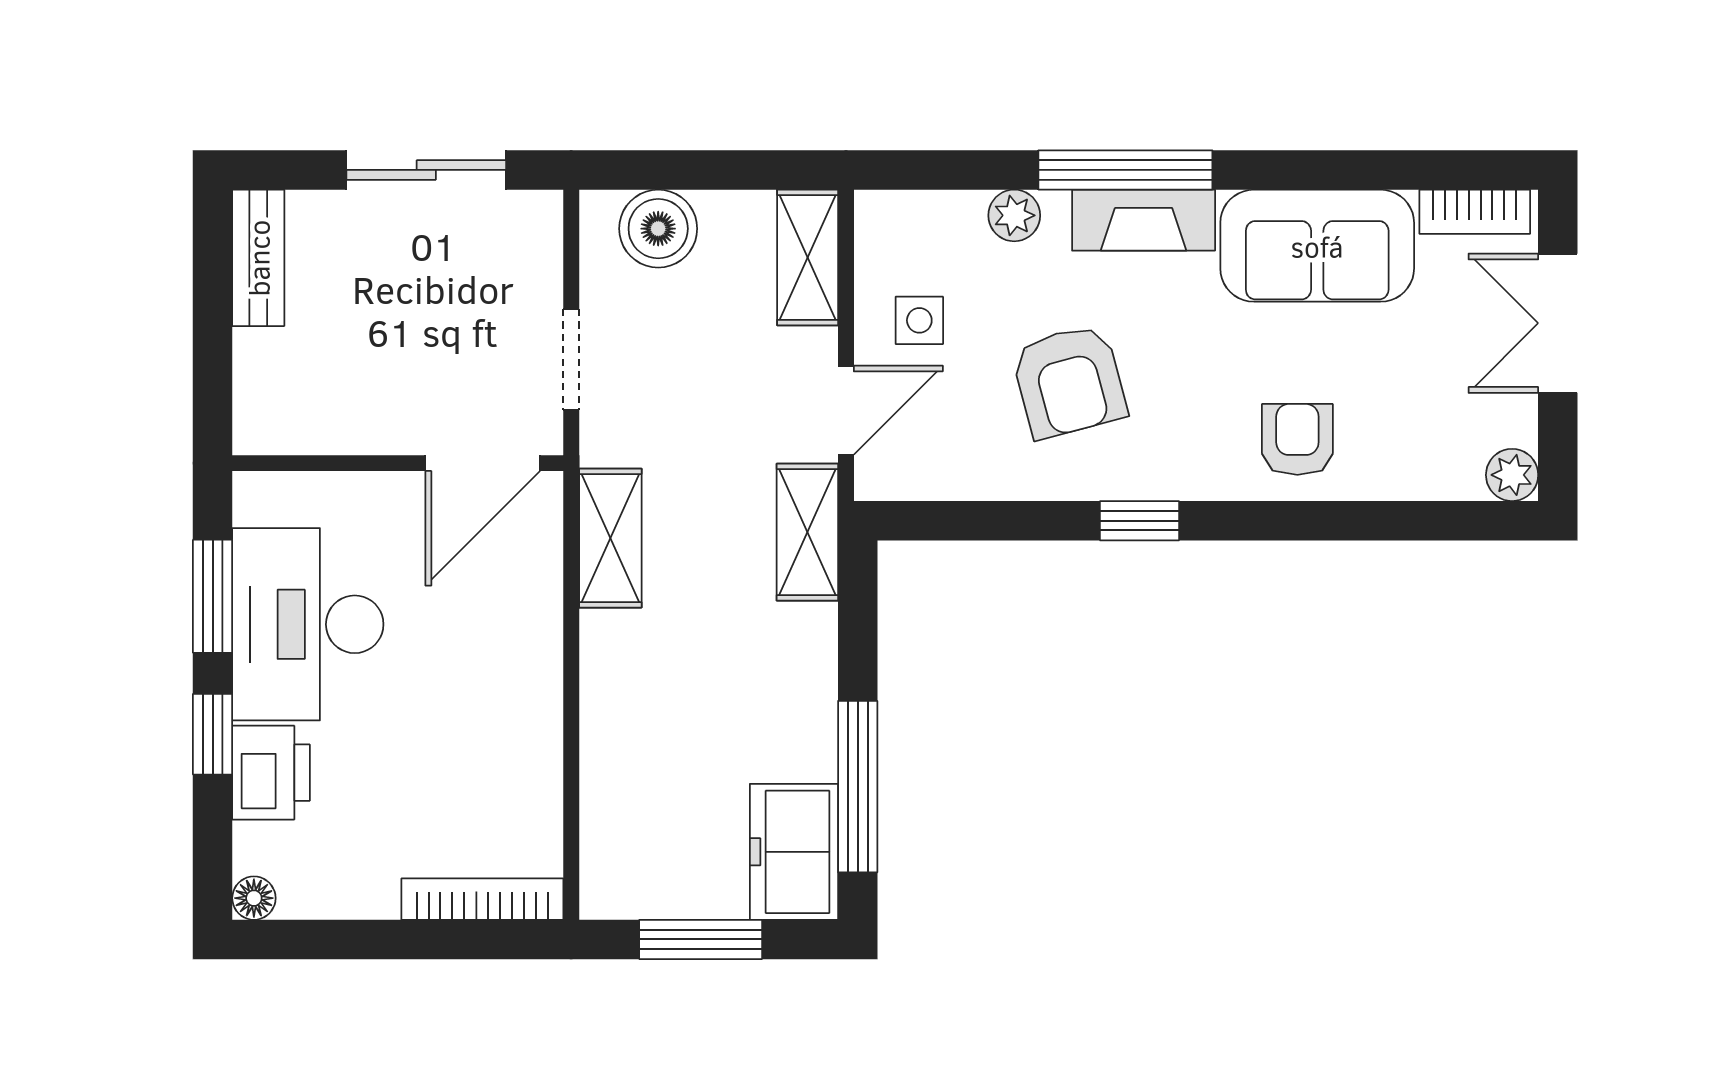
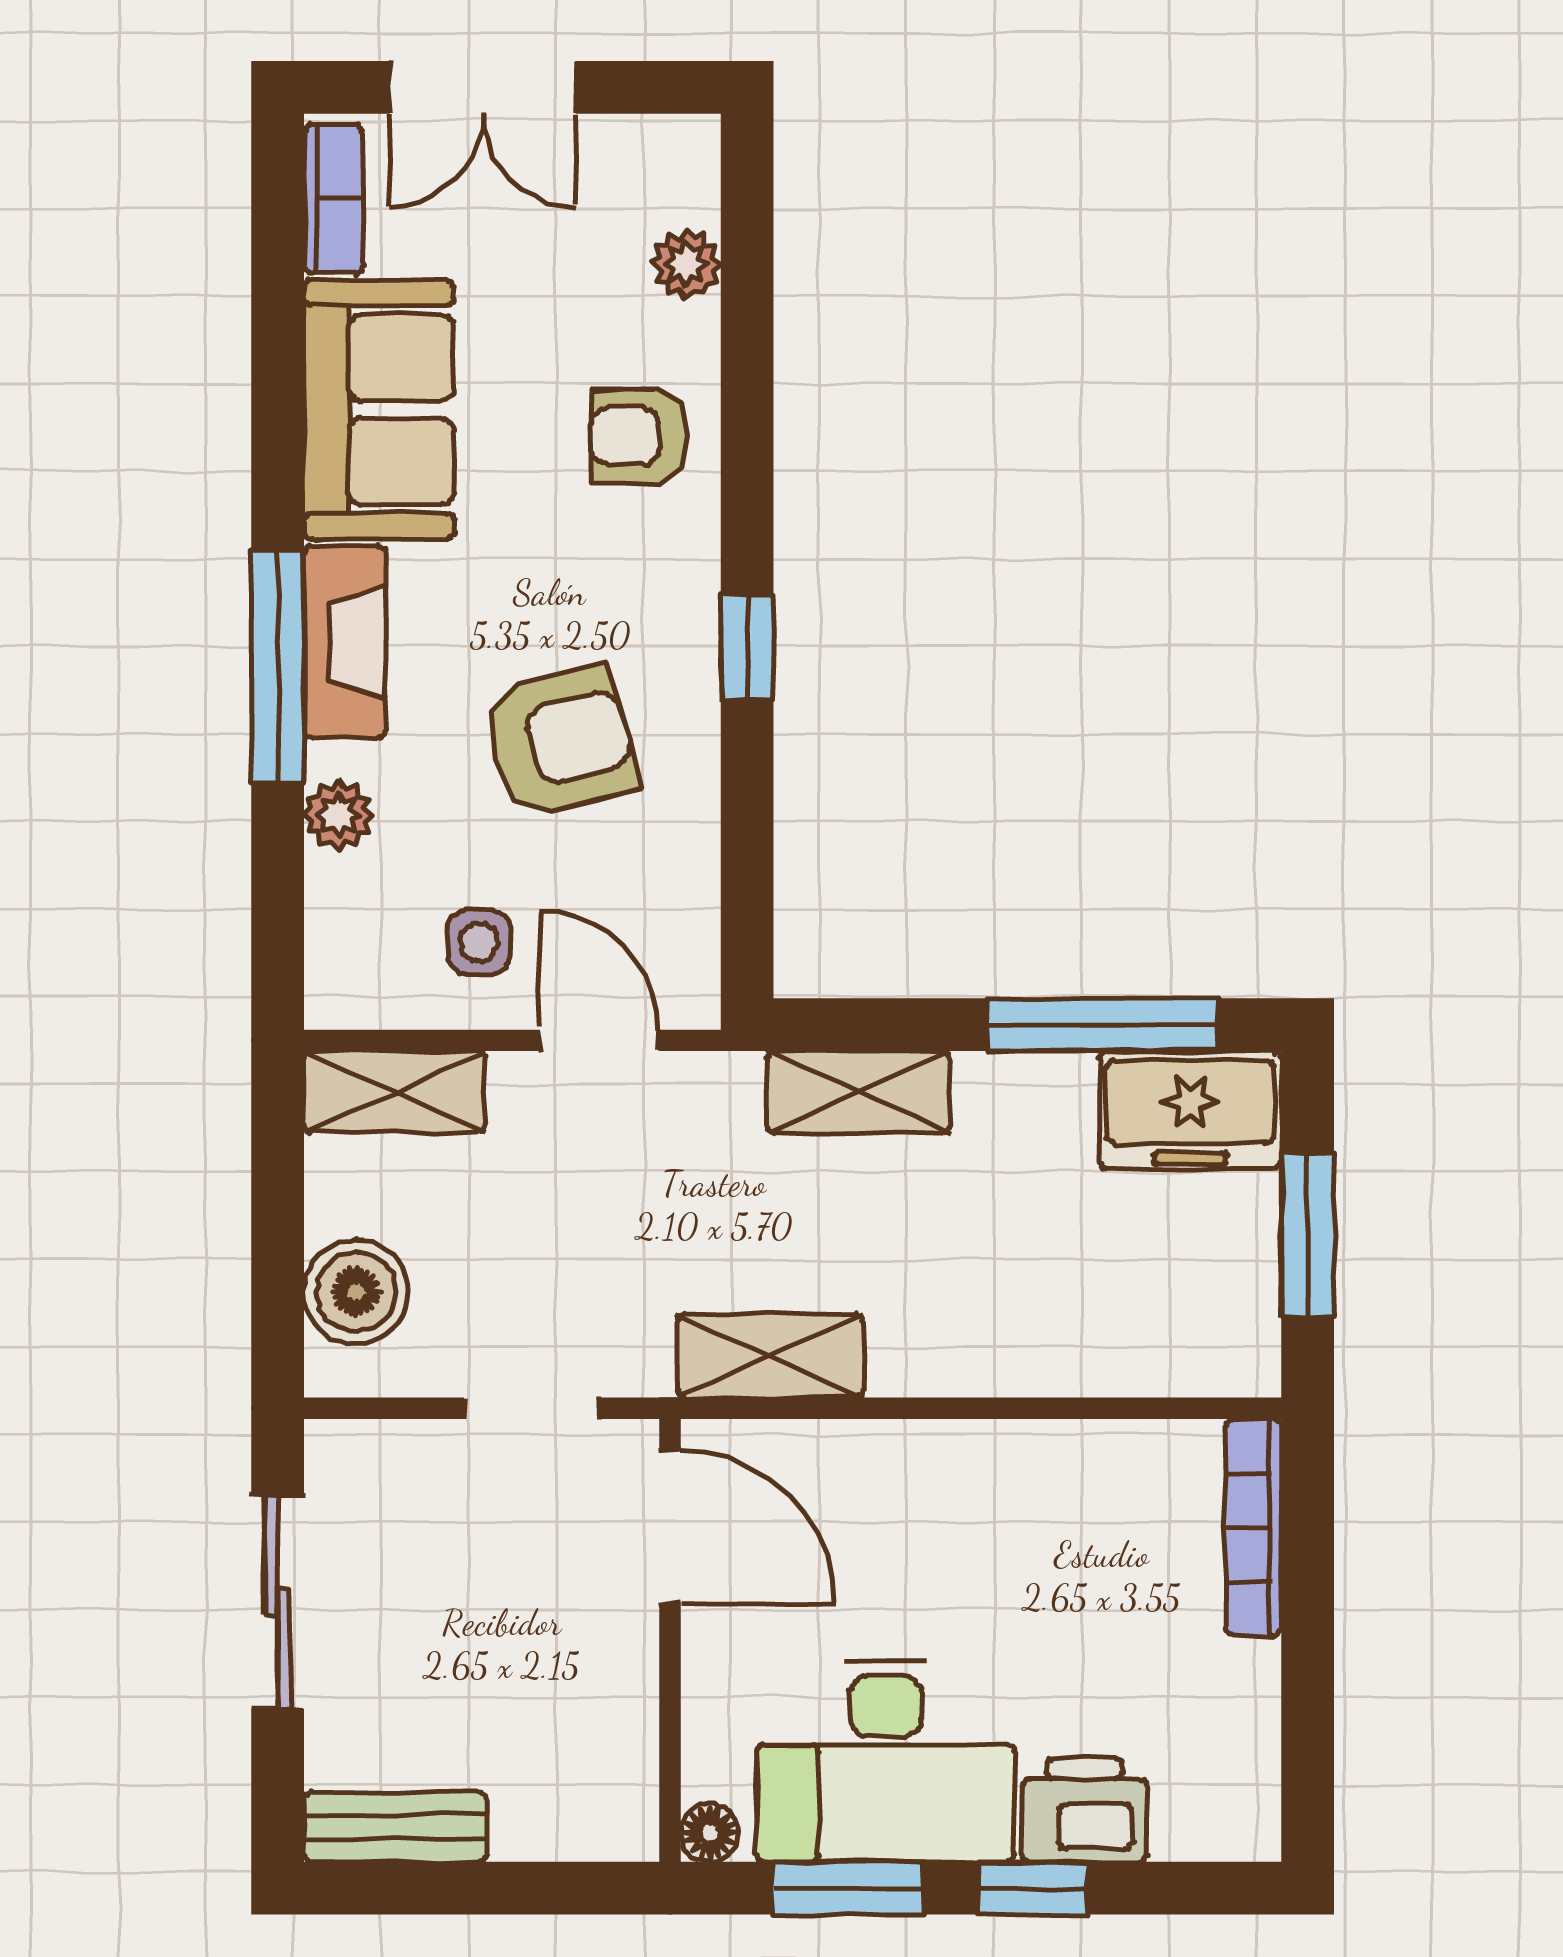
plant: (1512, 475) -> (686, 264), moved
shelving: (807, 532) -> (859, 1092), moved
floor lamp: (254, 898) -> (710, 1833), moved

